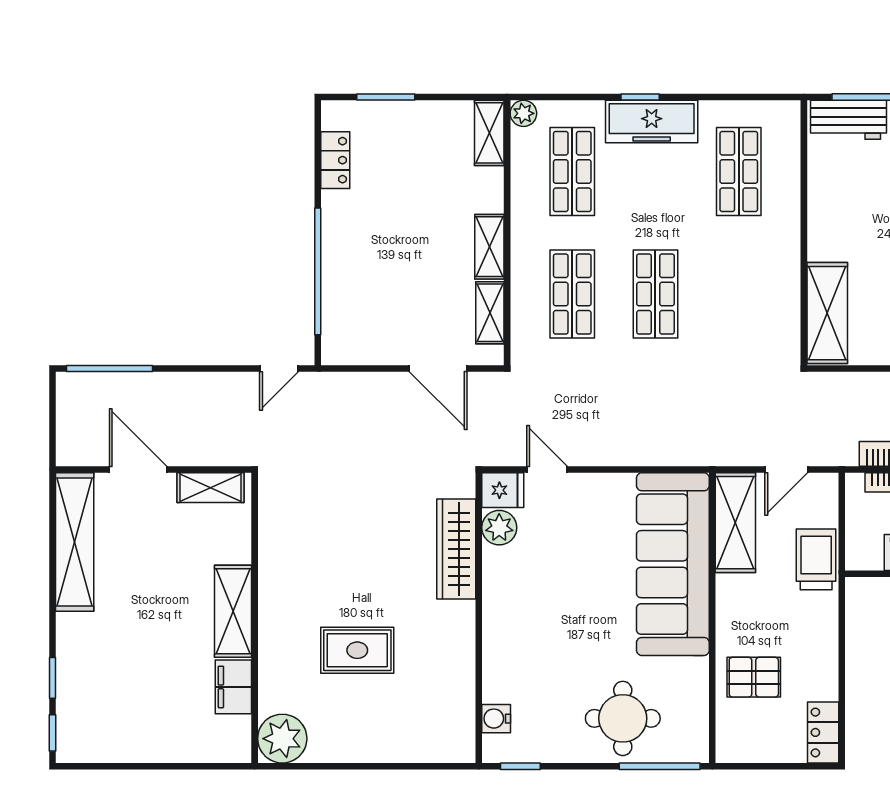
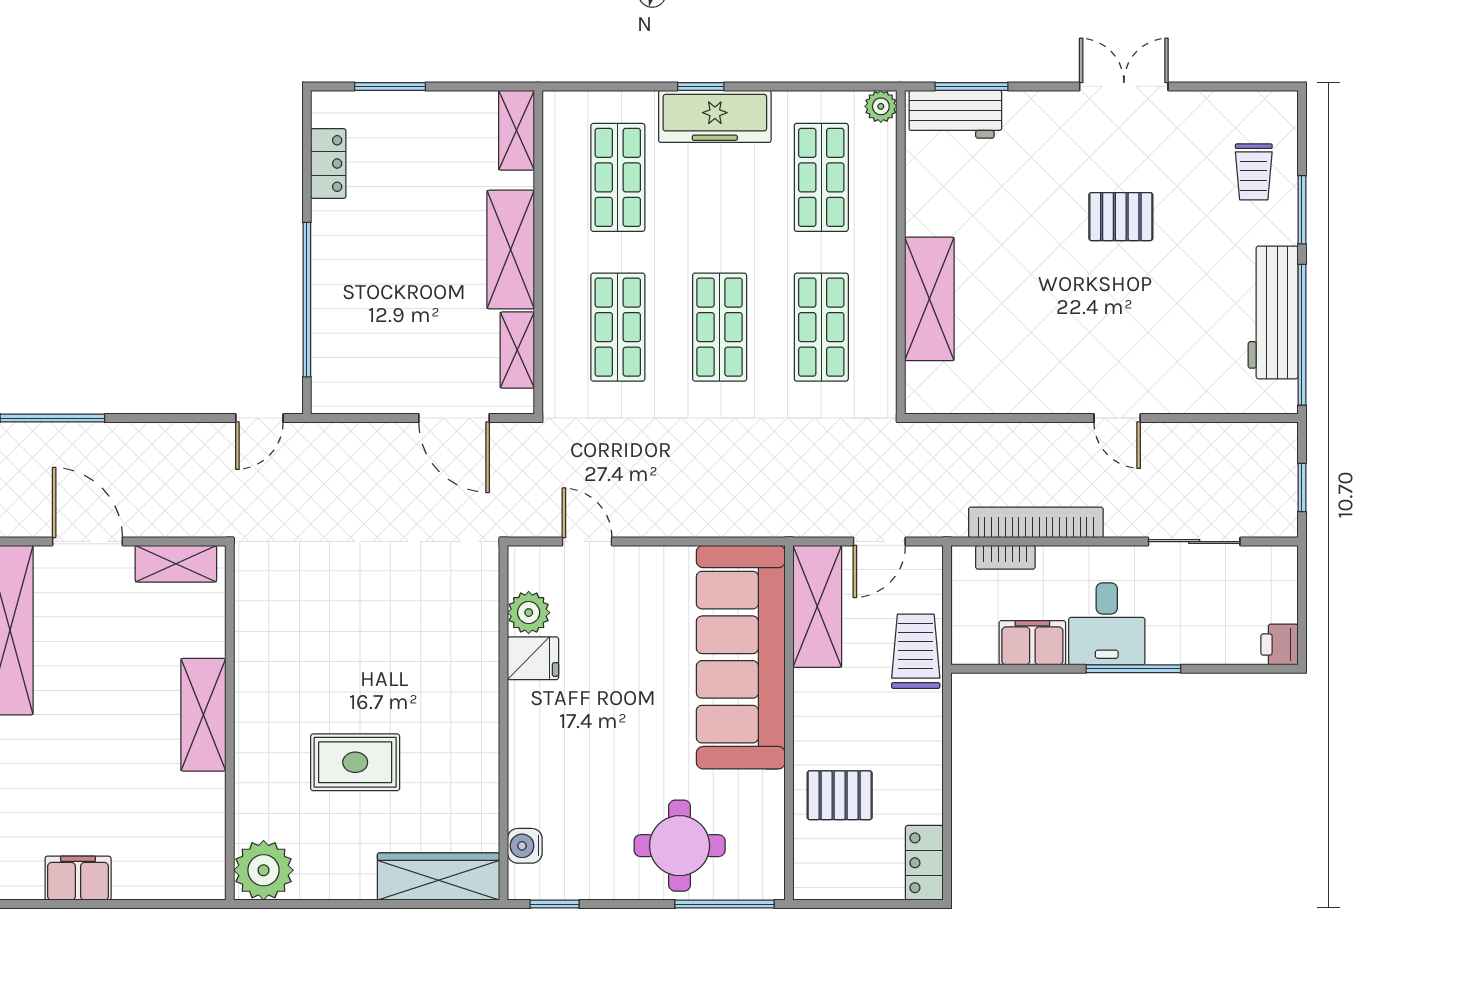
plant: (523, 113) -> (881, 106), moved
shelving: (489, 247) -> (511, 250), width x1.50, depth x1.33
shop shelf: (739, 294) -> (821, 327), added
shelving: (827, 313) -> (929, 299), moved
fridge: (503, 490) -> (533, 658), moved
wardrobe: (456, 549) -> (439, 877), moved, turned 90
filing cabinet: (233, 687) -> (78, 878), moved, turned 90

